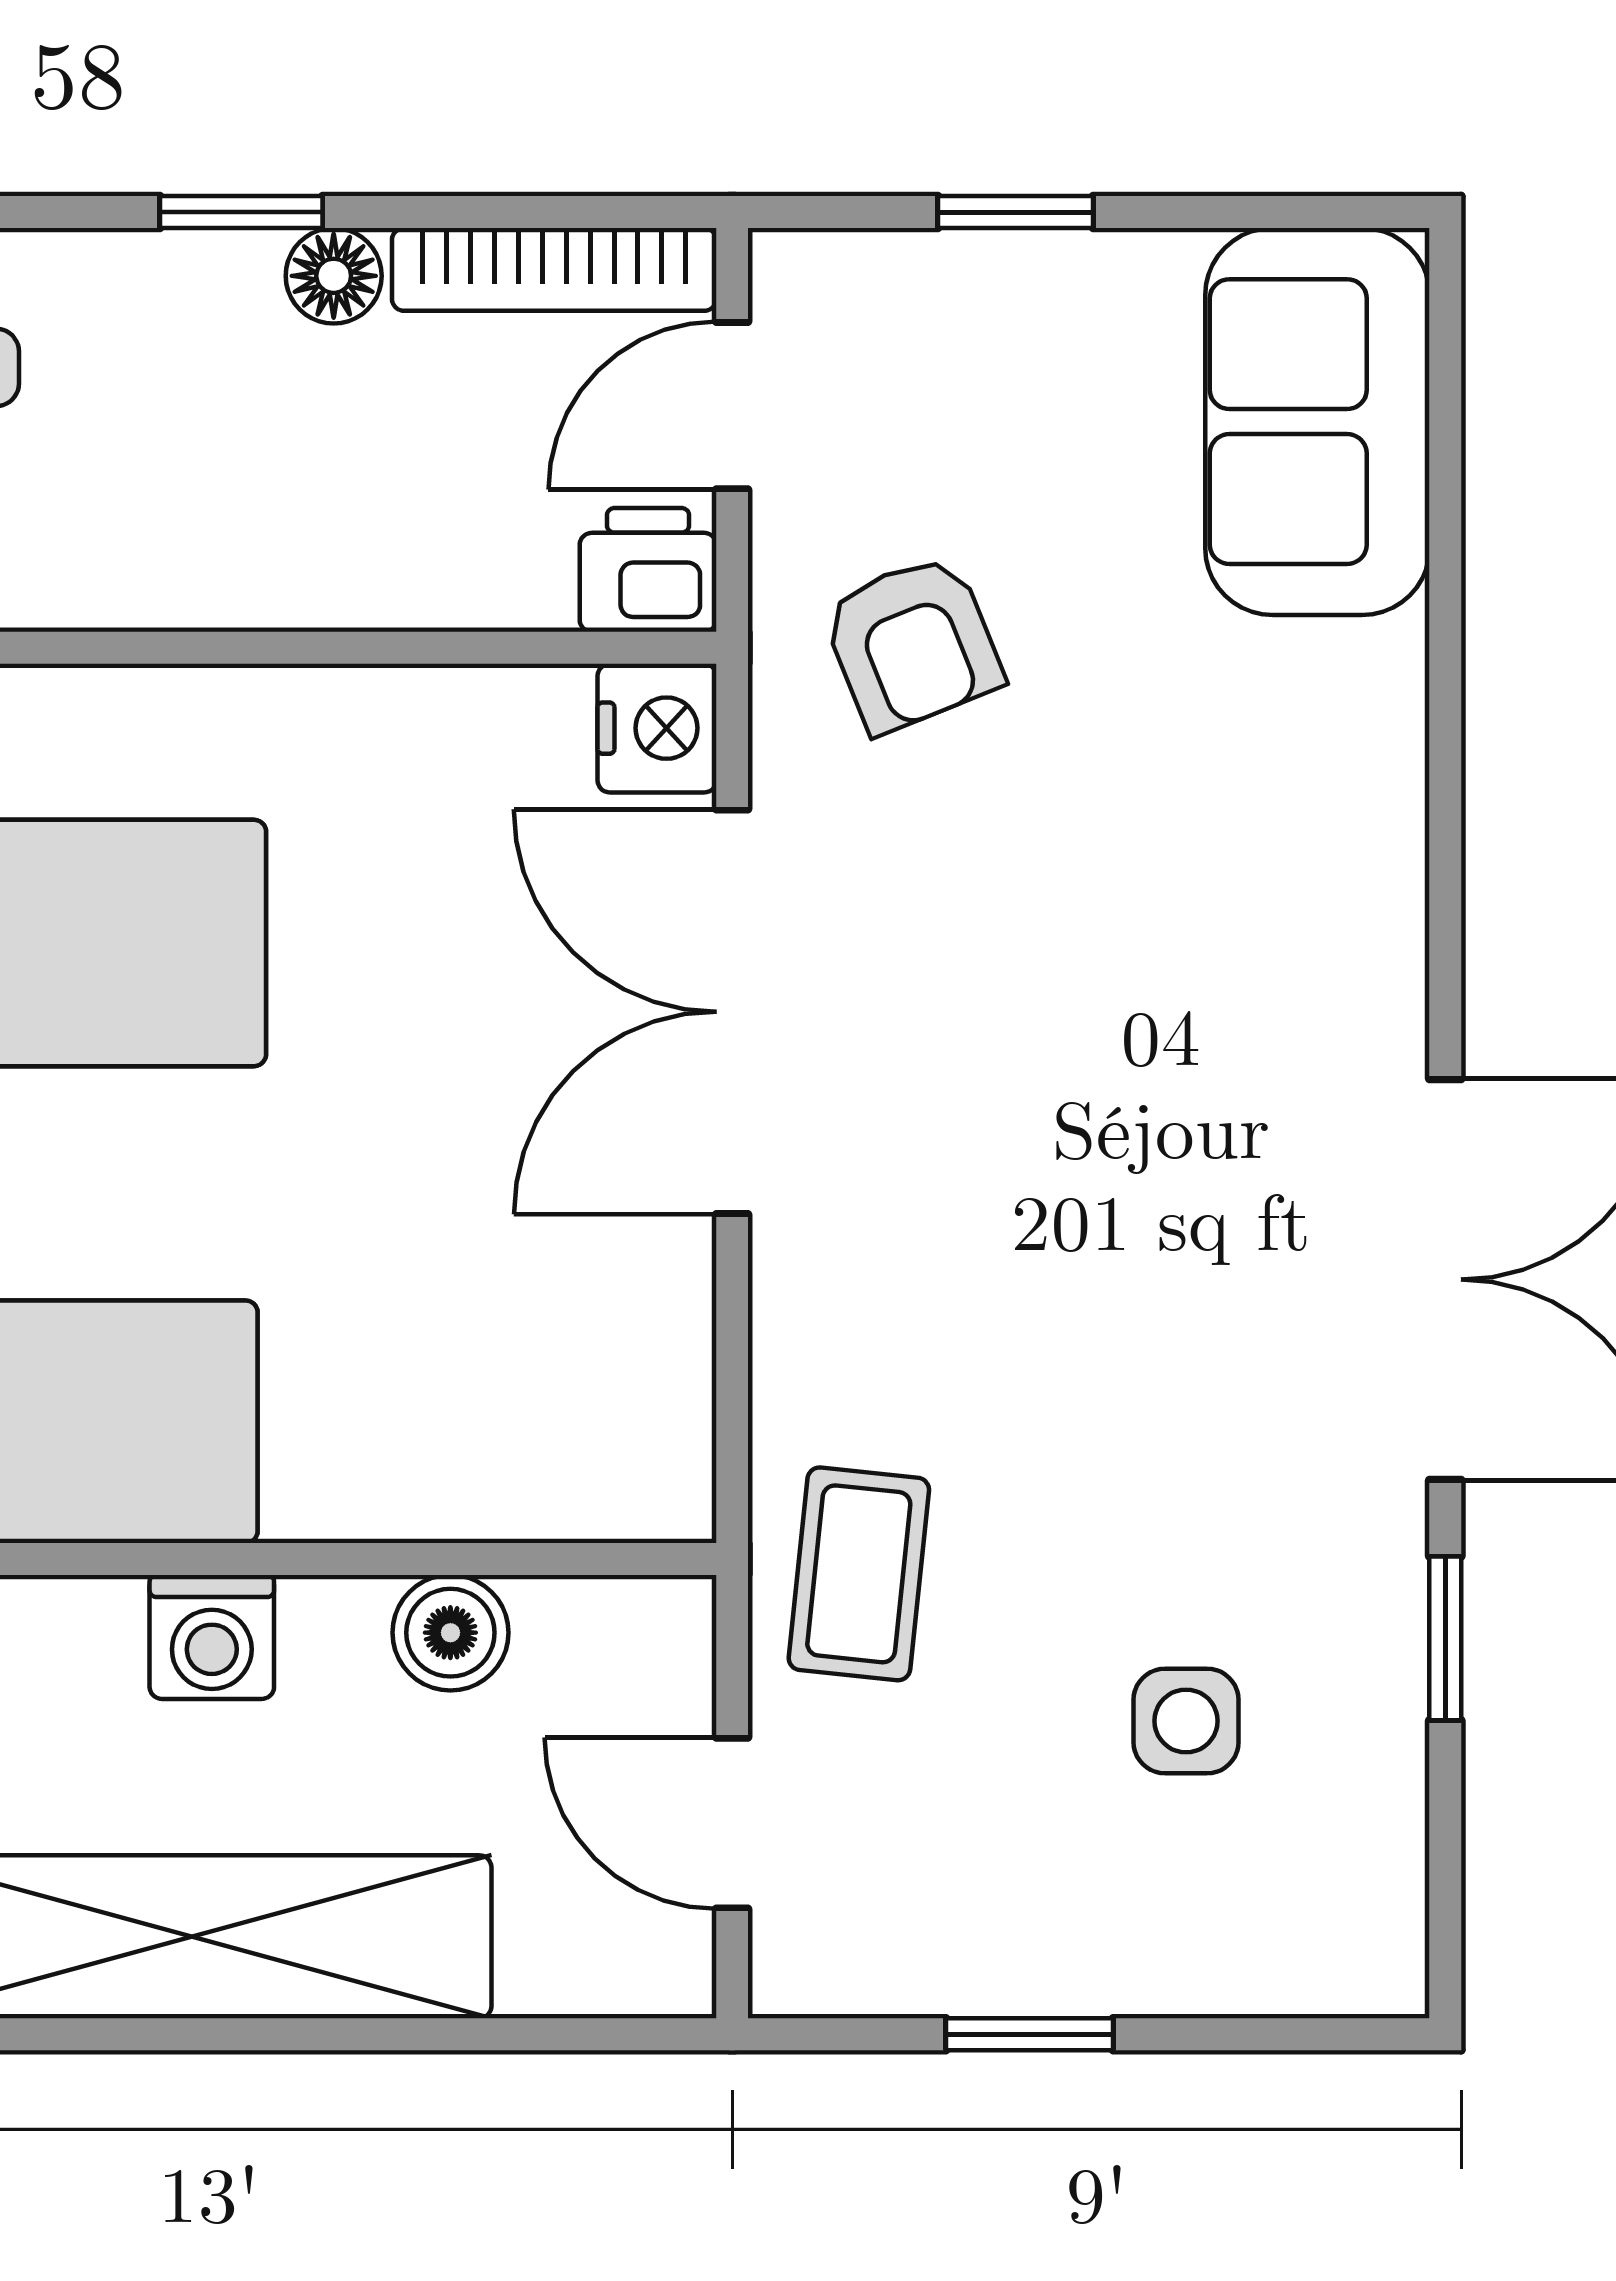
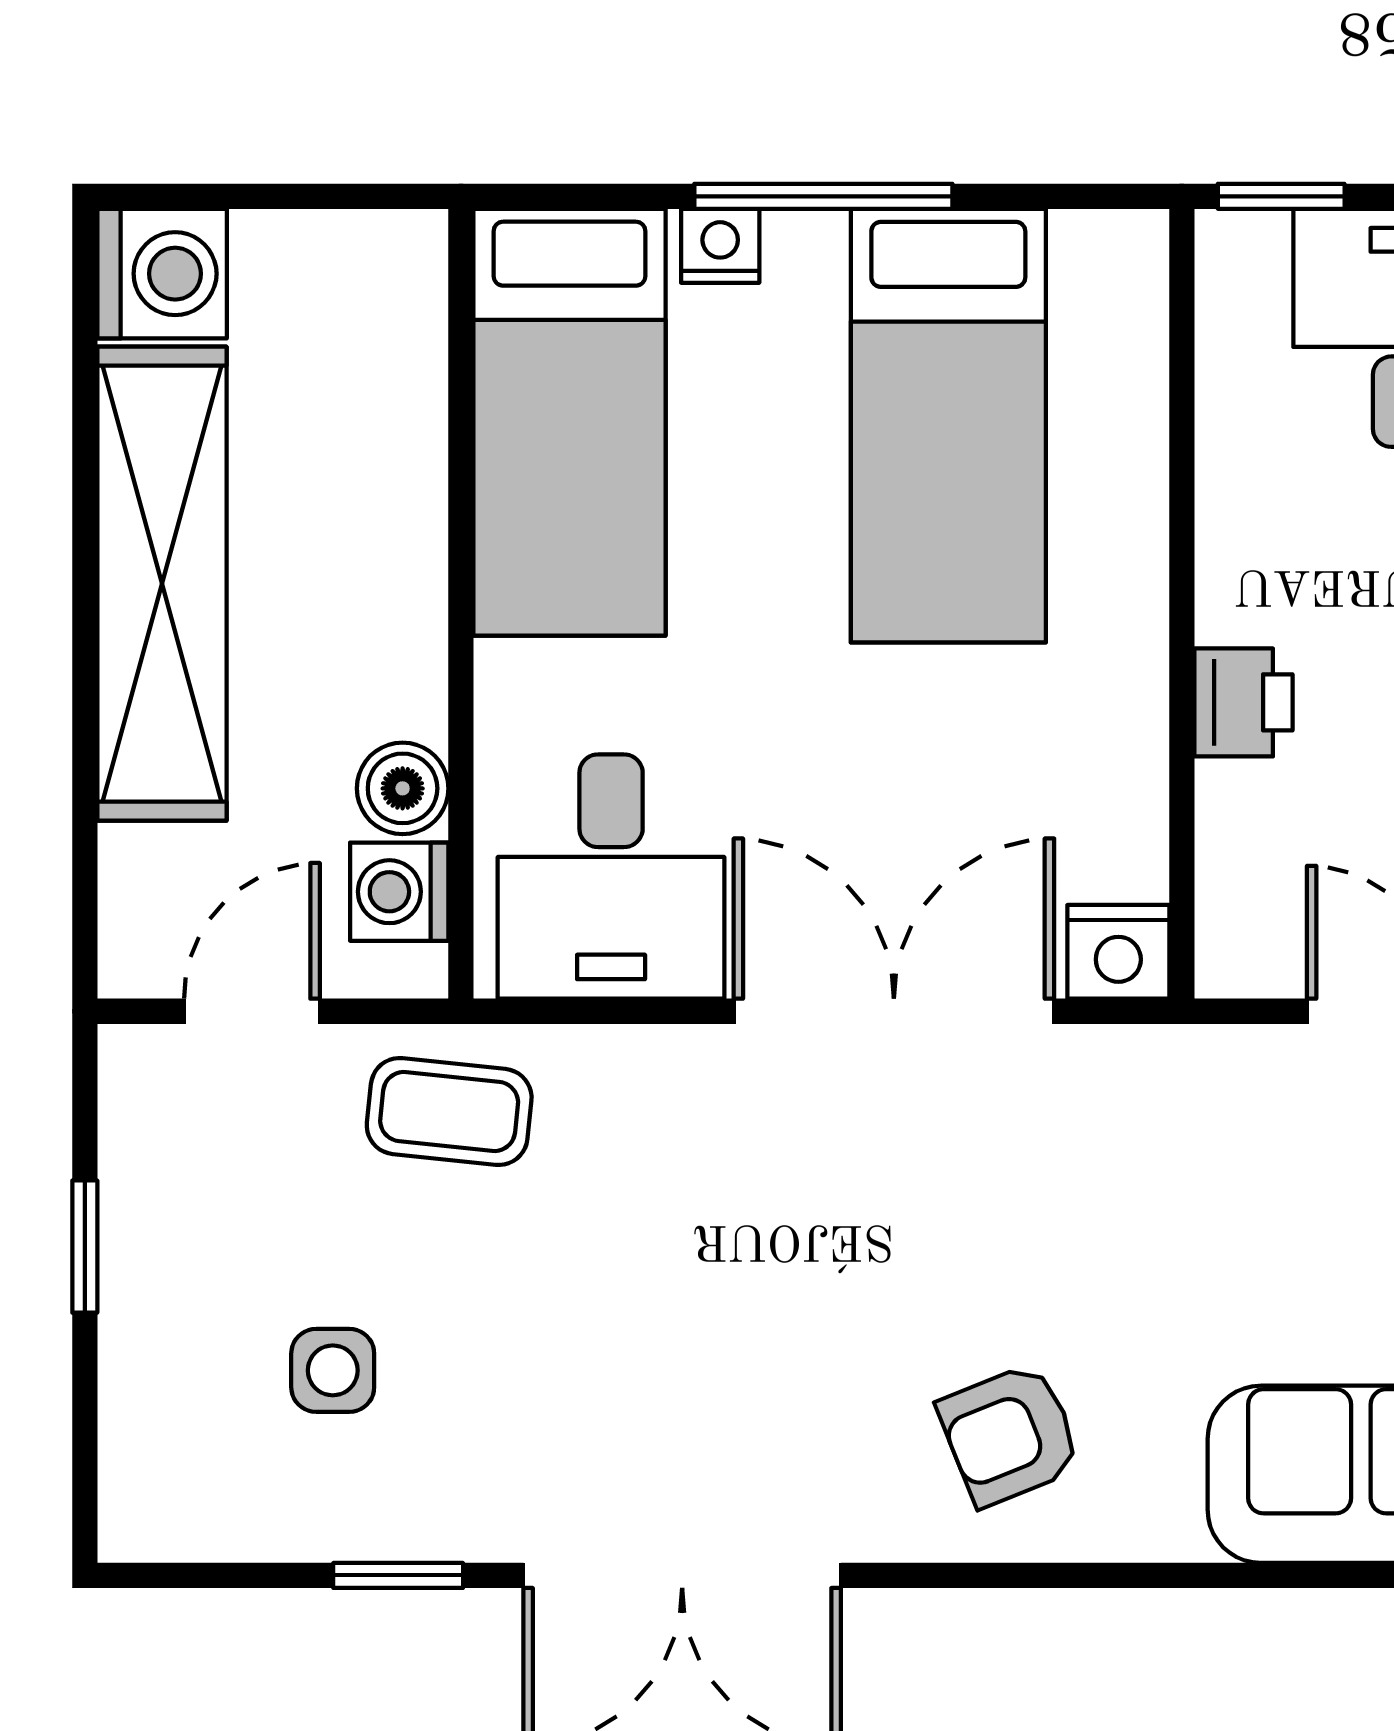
printer: (648, 570) -> (1243, 702), moved
armchair: (912, 643) -> (1010, 1435), moved
desk: (562, 1369) -> (611, 877), added
washing machine: (212, 1637) -> (399, 892), moved

